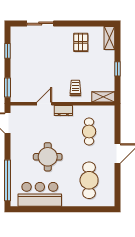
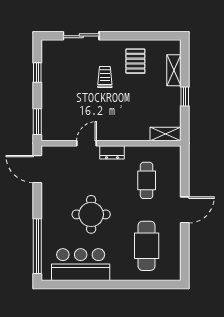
shelving: (109, 38) -> (174, 70), moved
trolley: (75, 88) -> (105, 77), moved

